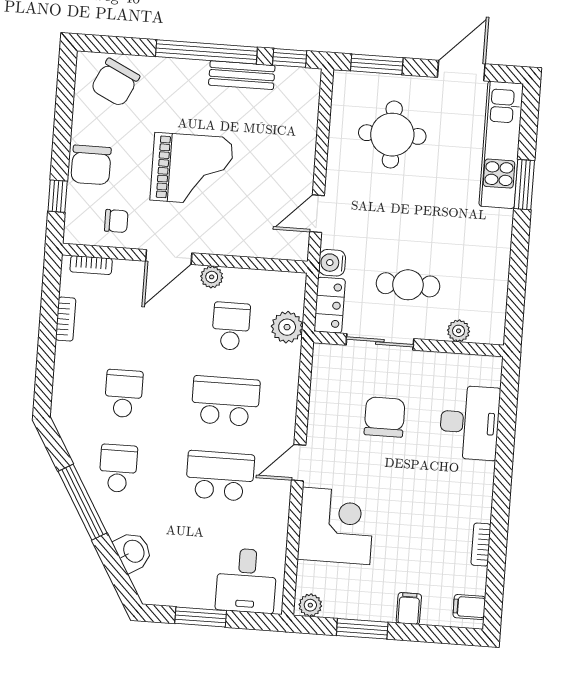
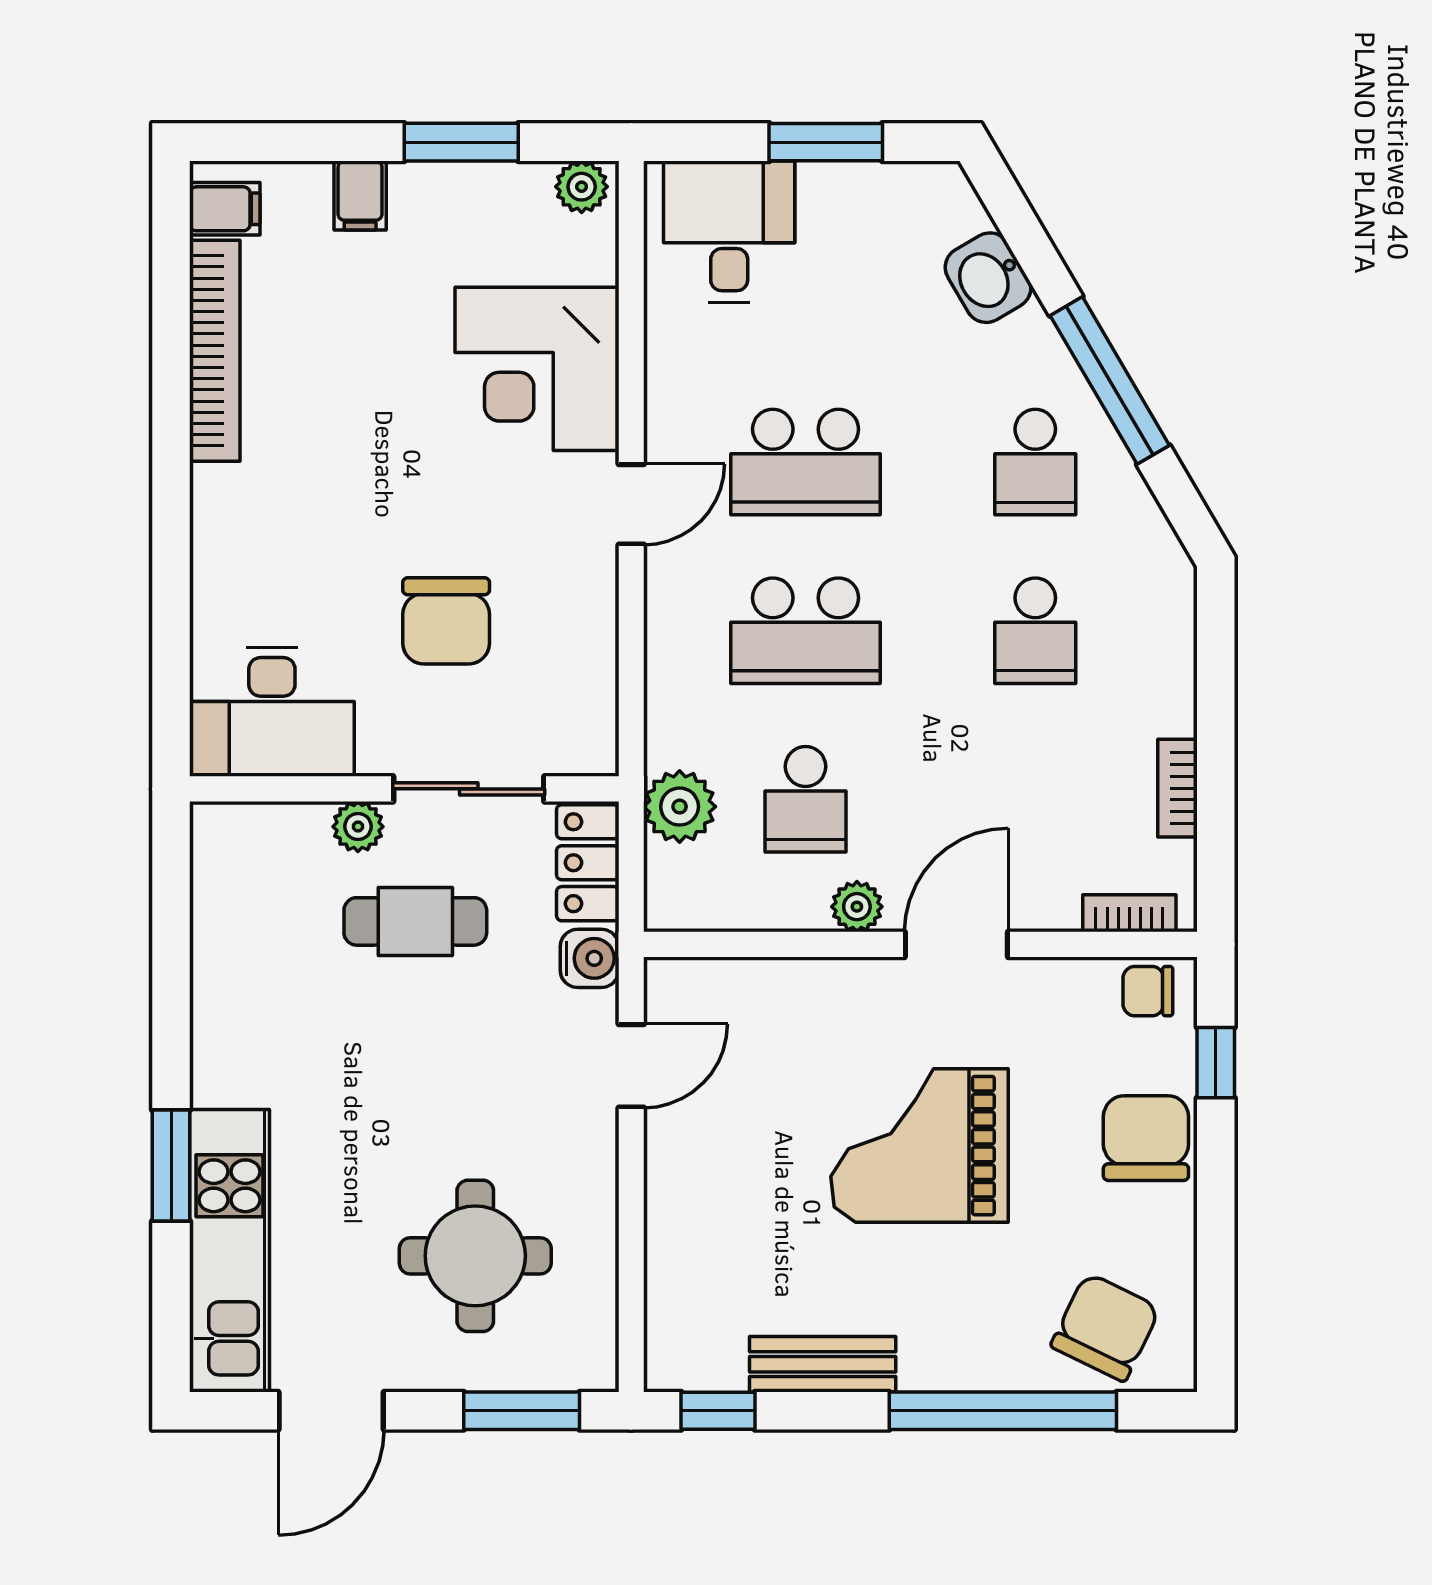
window: (206, 52) -> (1003, 1411), moved
chair: (116, 221) -> (1148, 991), moved
plant: (459, 331) -> (358, 827), moved
desk: (470, 423) -> (272, 712), moved, turned -90
bookcase: (481, 545) -> (215, 351), width x2.31, depth x1.31

